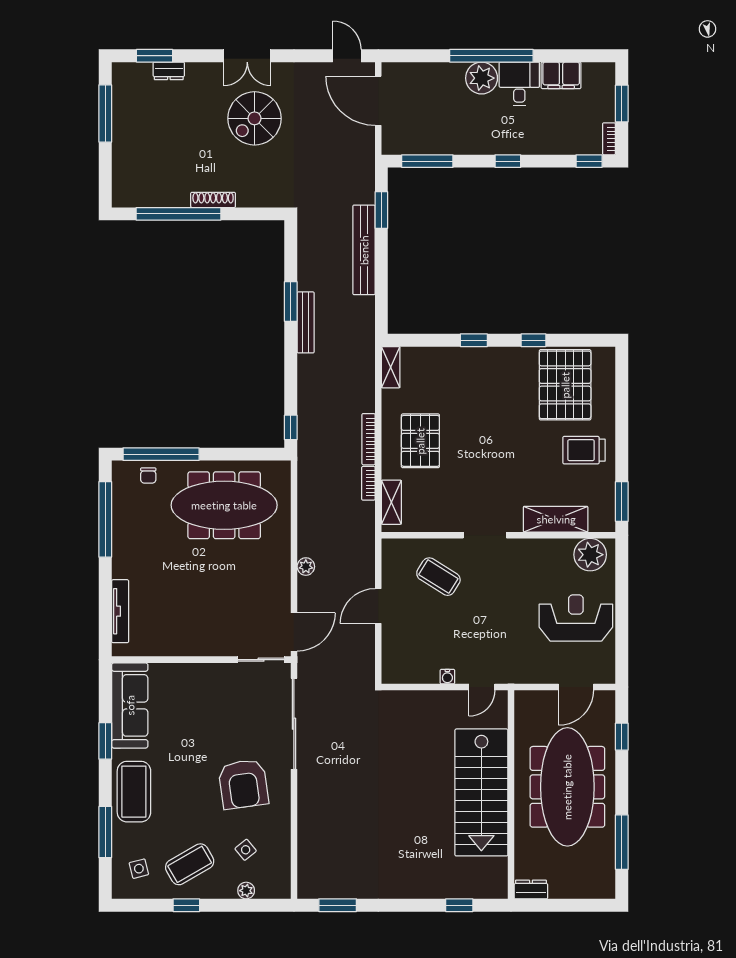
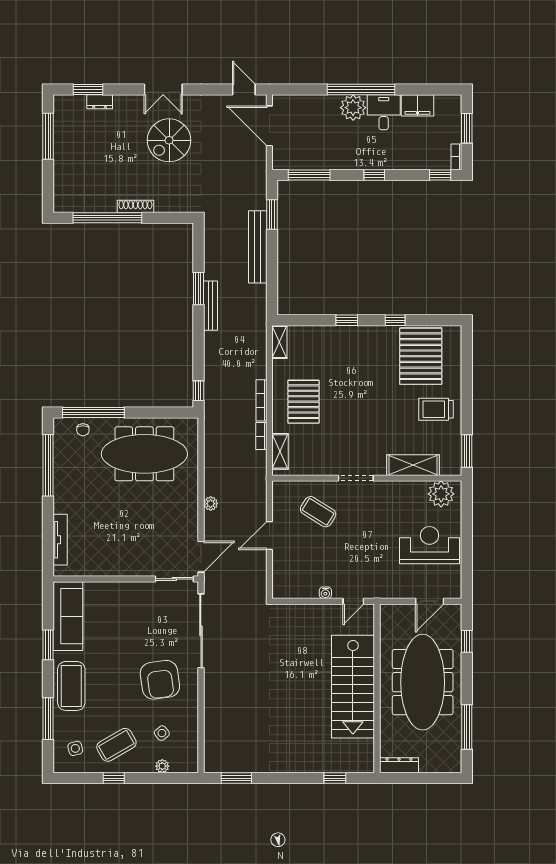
dresser: (531, 889) -> (399, 765), width x1.44

